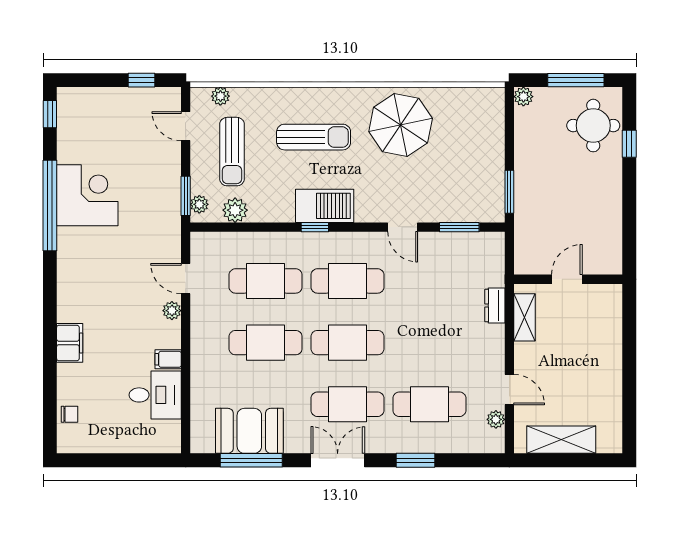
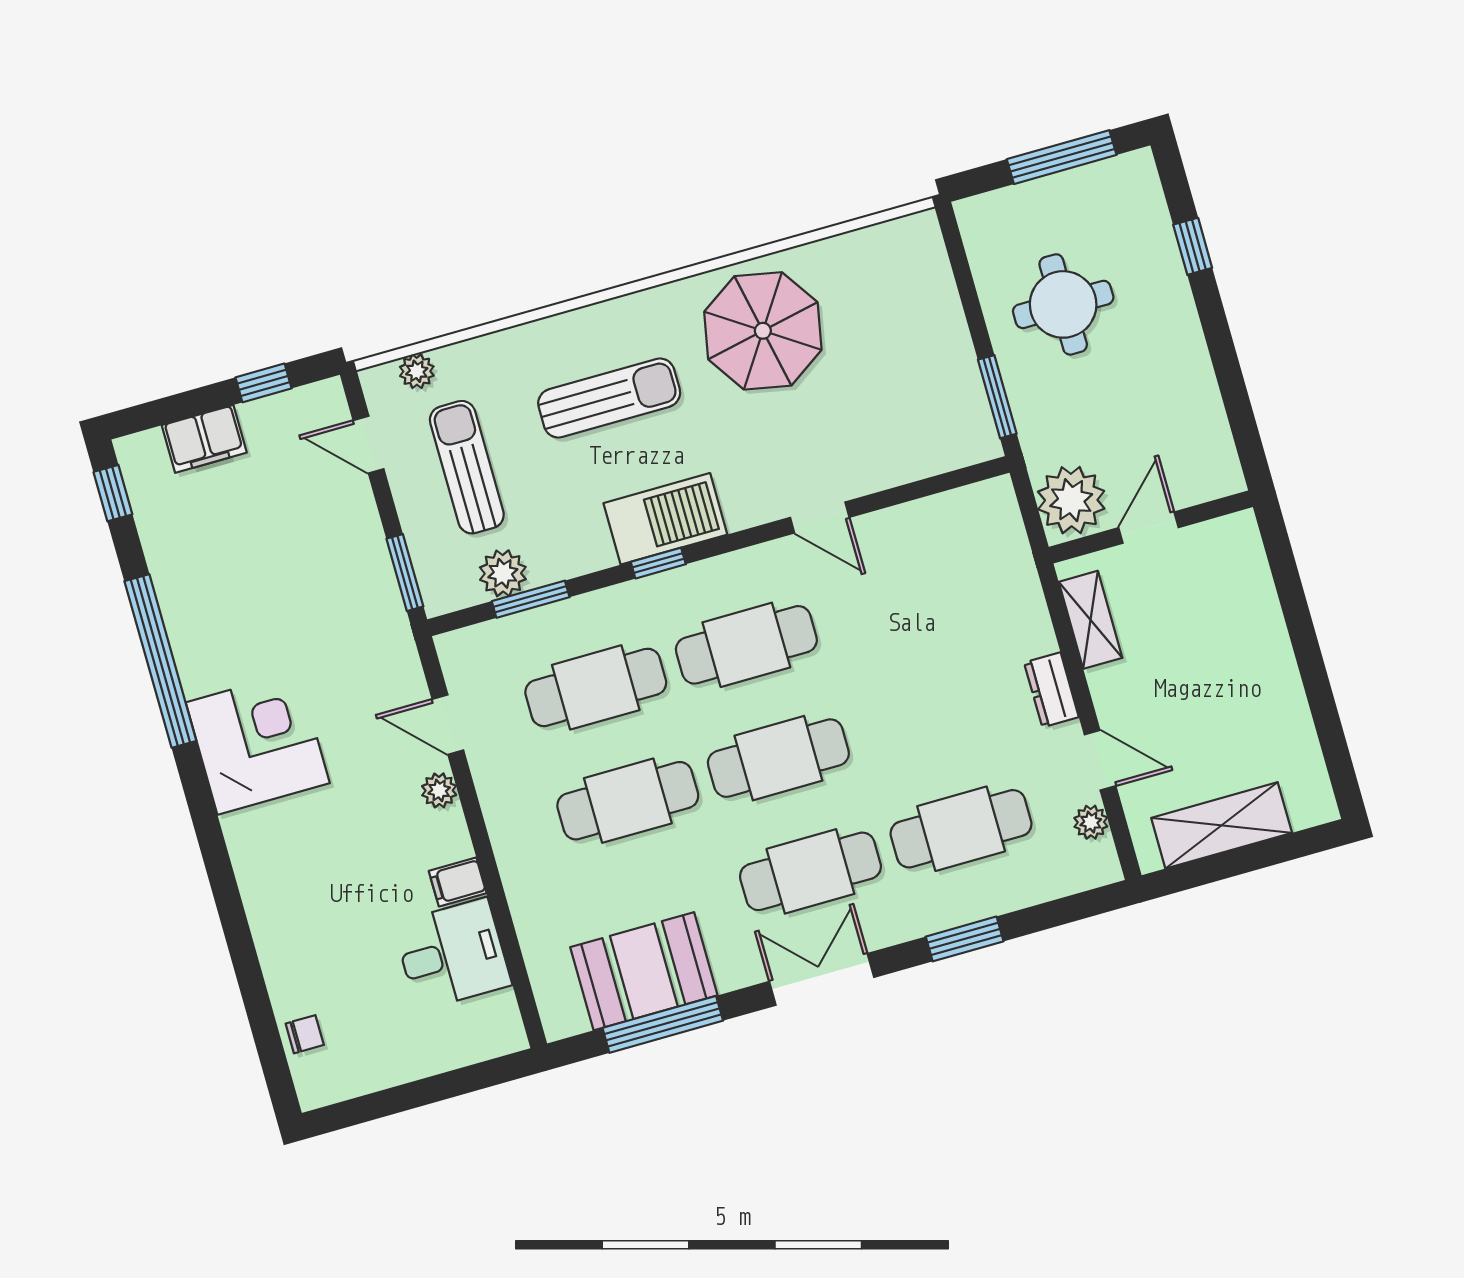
plant: (523, 97) -> (1071, 500), moved, width x1.87, depth x1.87
round table: (593, 126) -> (1063, 304), moved
sun lounger: (232, 152) -> (467, 467), turned 180
corner desk: (87, 195) -> (258, 743), moved
plant: (199, 204) -> (434, 581), removed
window: (459, 227) -> (531, 599), moved
dresser: (495, 305) -> (1051, 690), moved
filing cabinet: (70, 343) -> (204, 439), moved, turned 90

